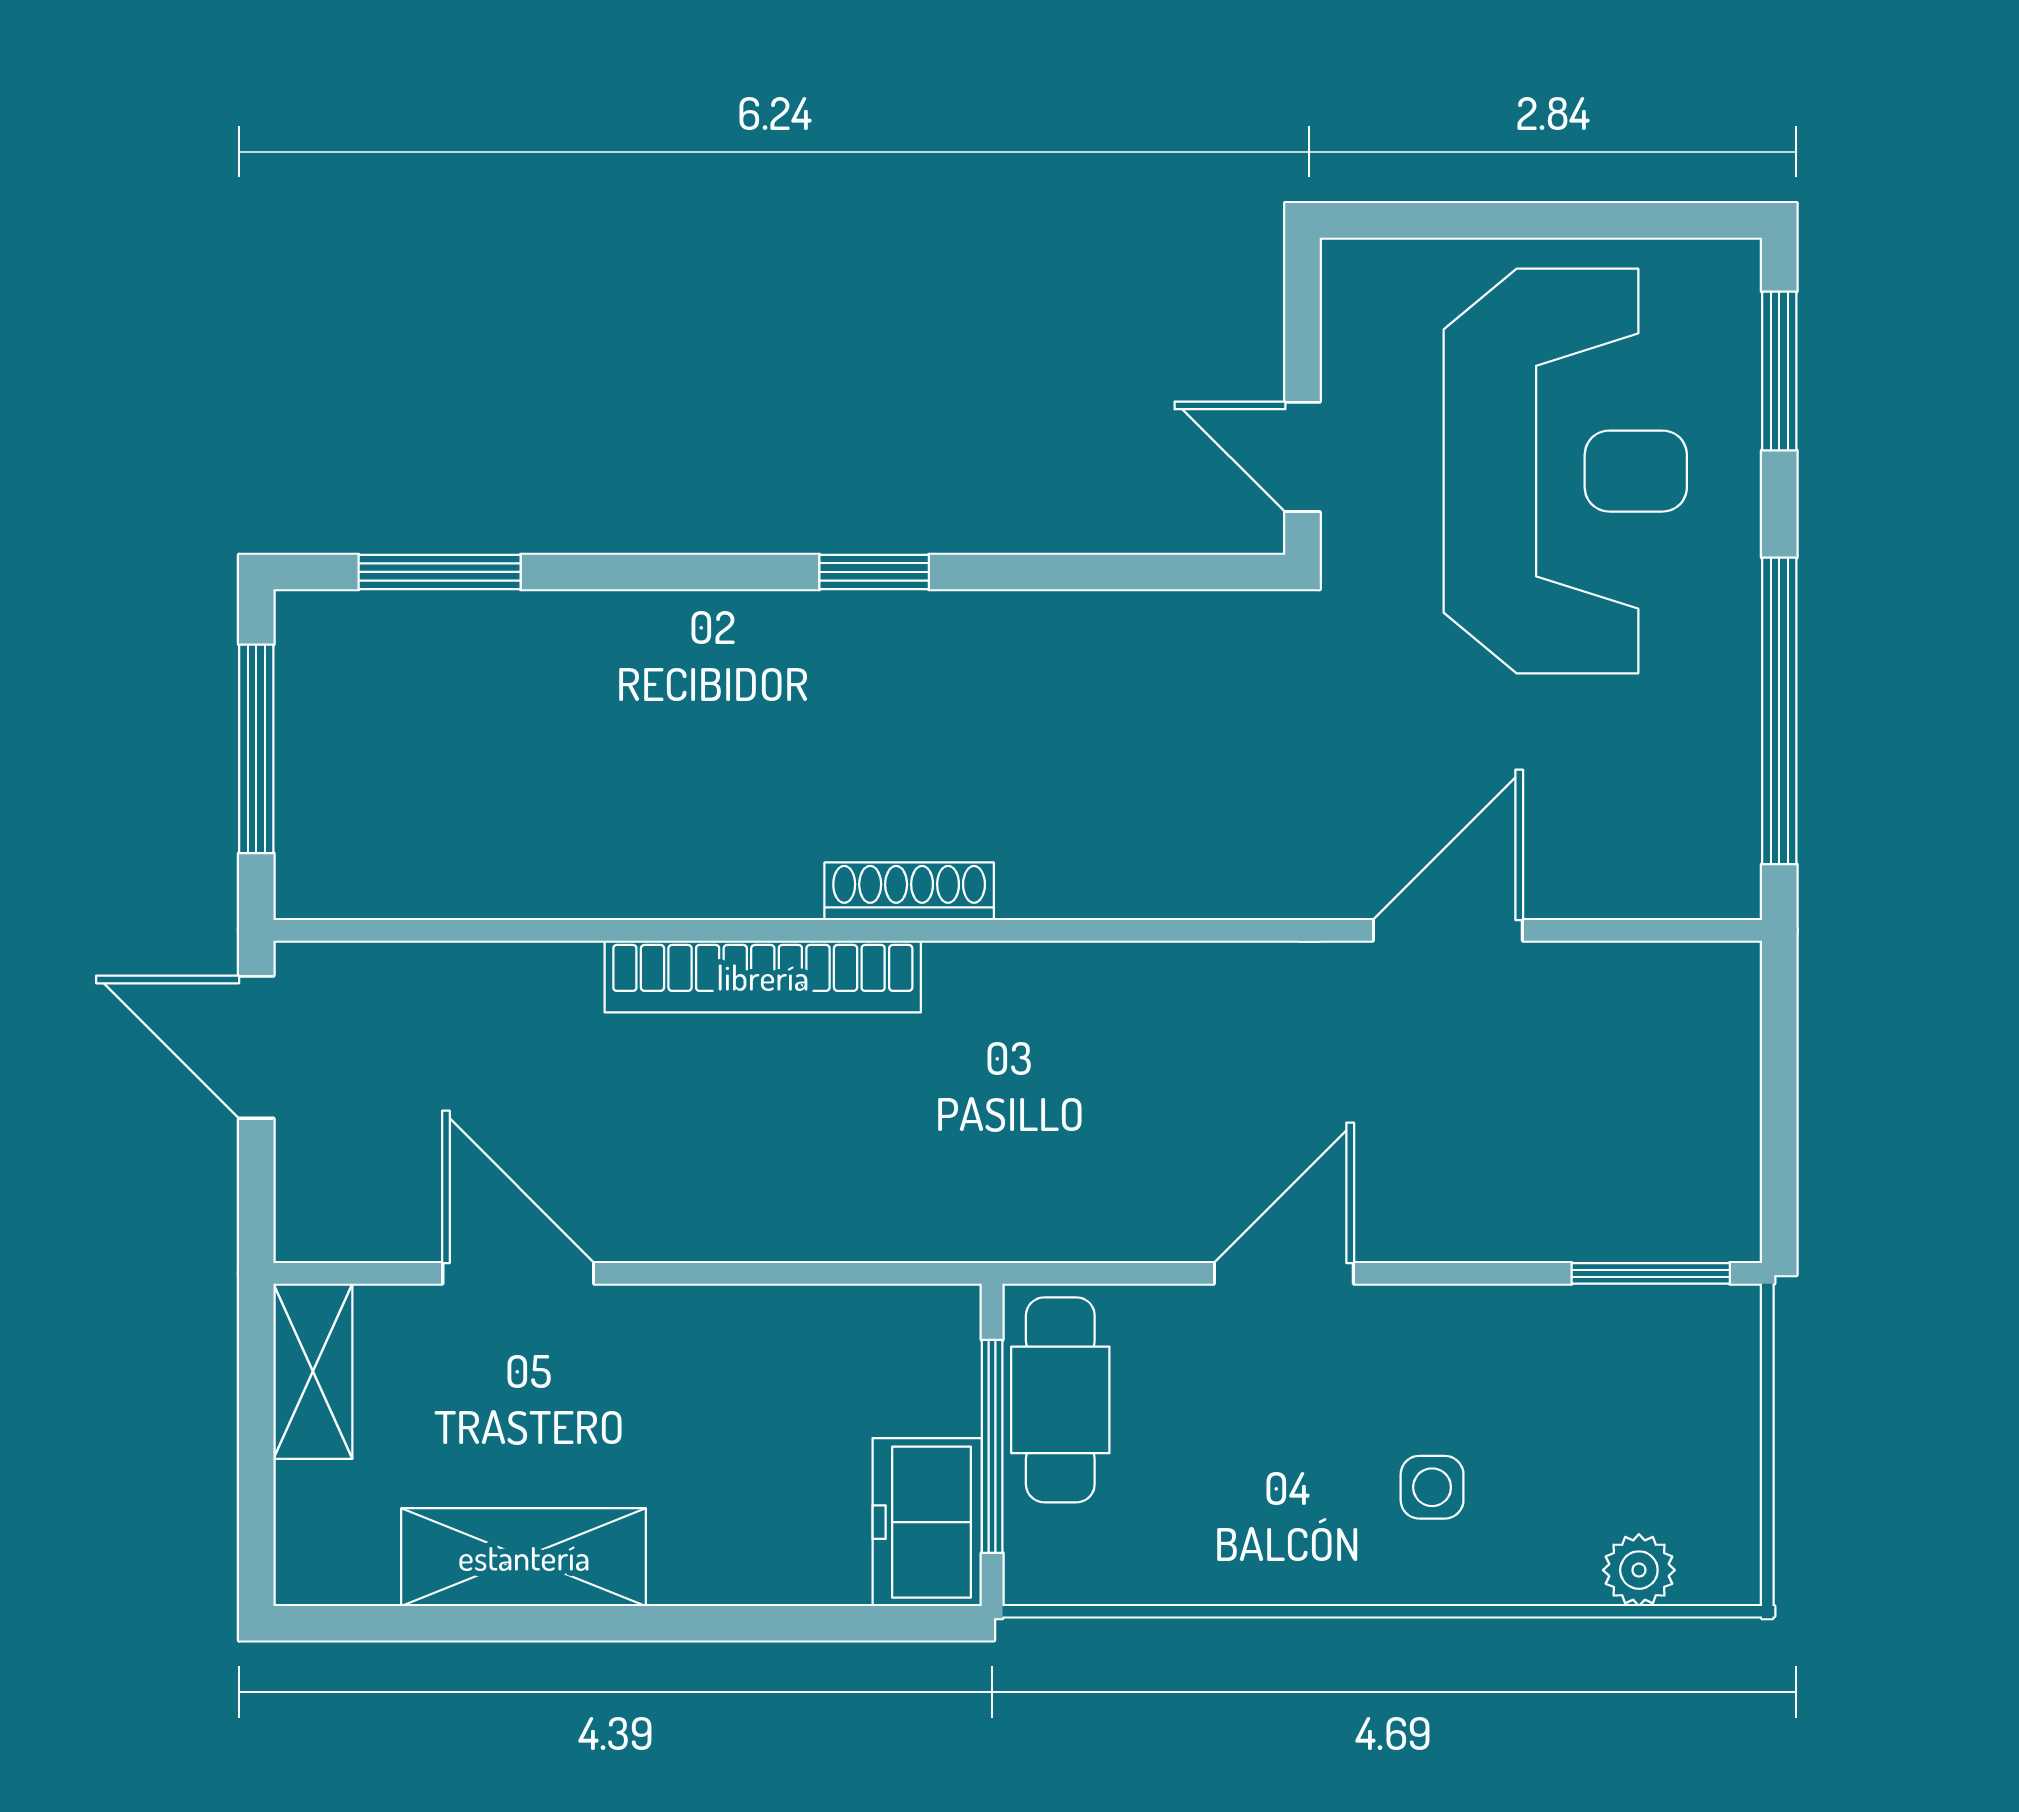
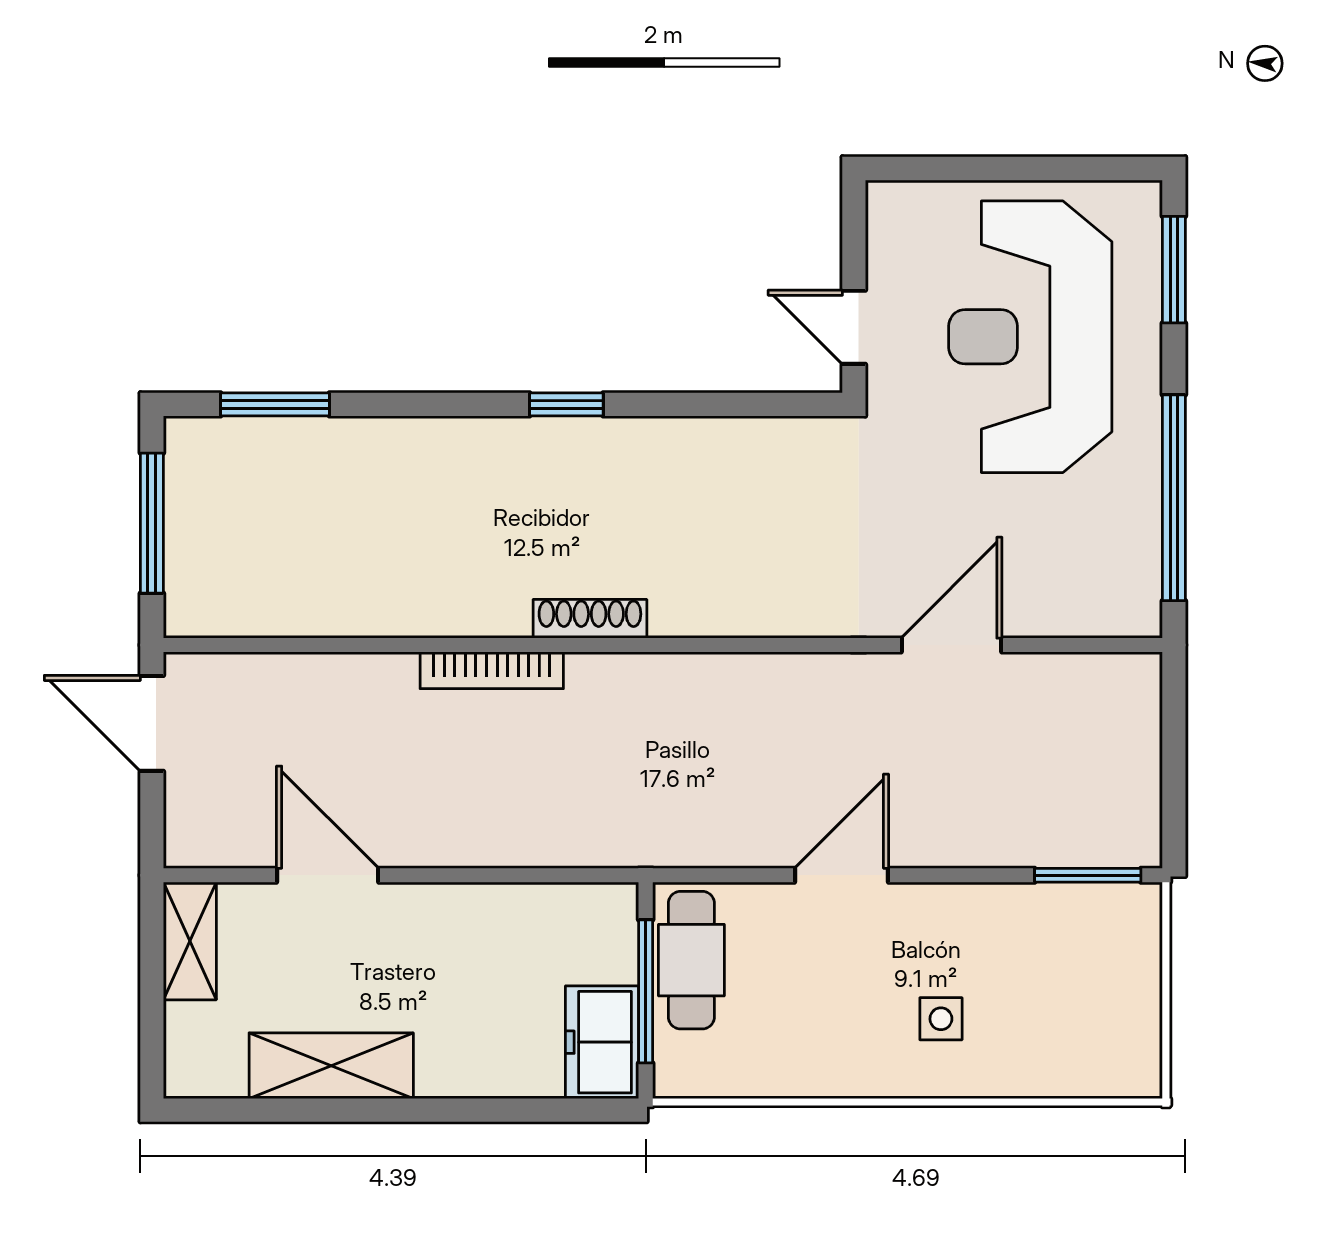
reception desk: (1565, 471) -> (1030, 337), turned 180
bookcase: (763, 977) -> (492, 670), width x0.68, depth x0.76
plant: (1639, 1570) -> (1080, 1074), removed

